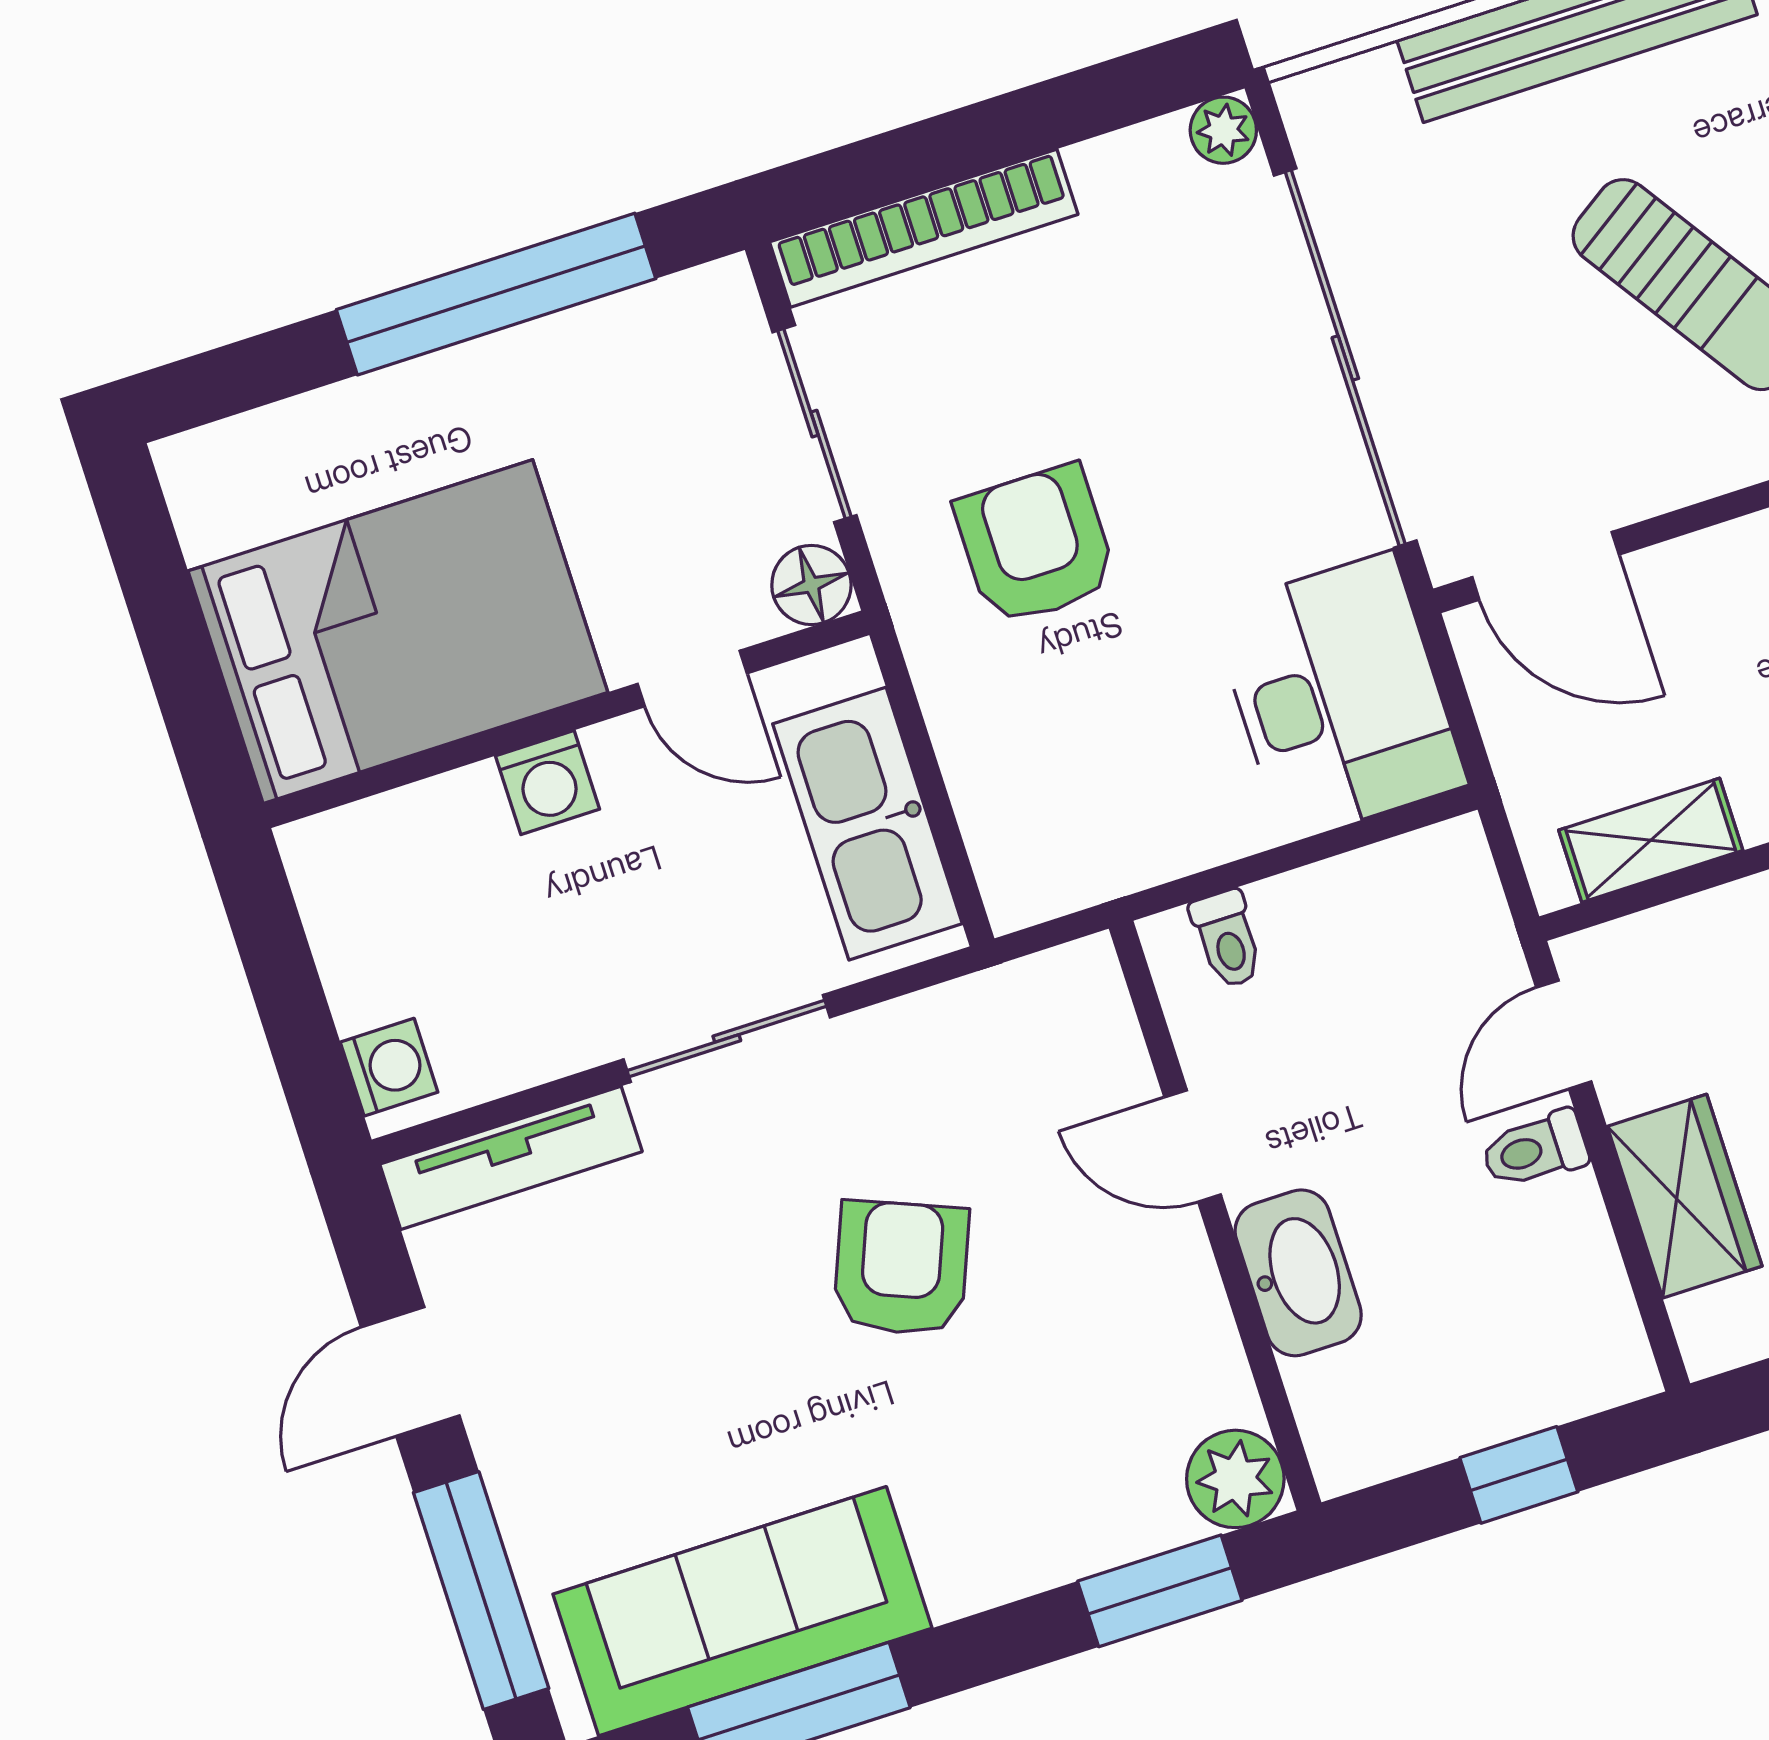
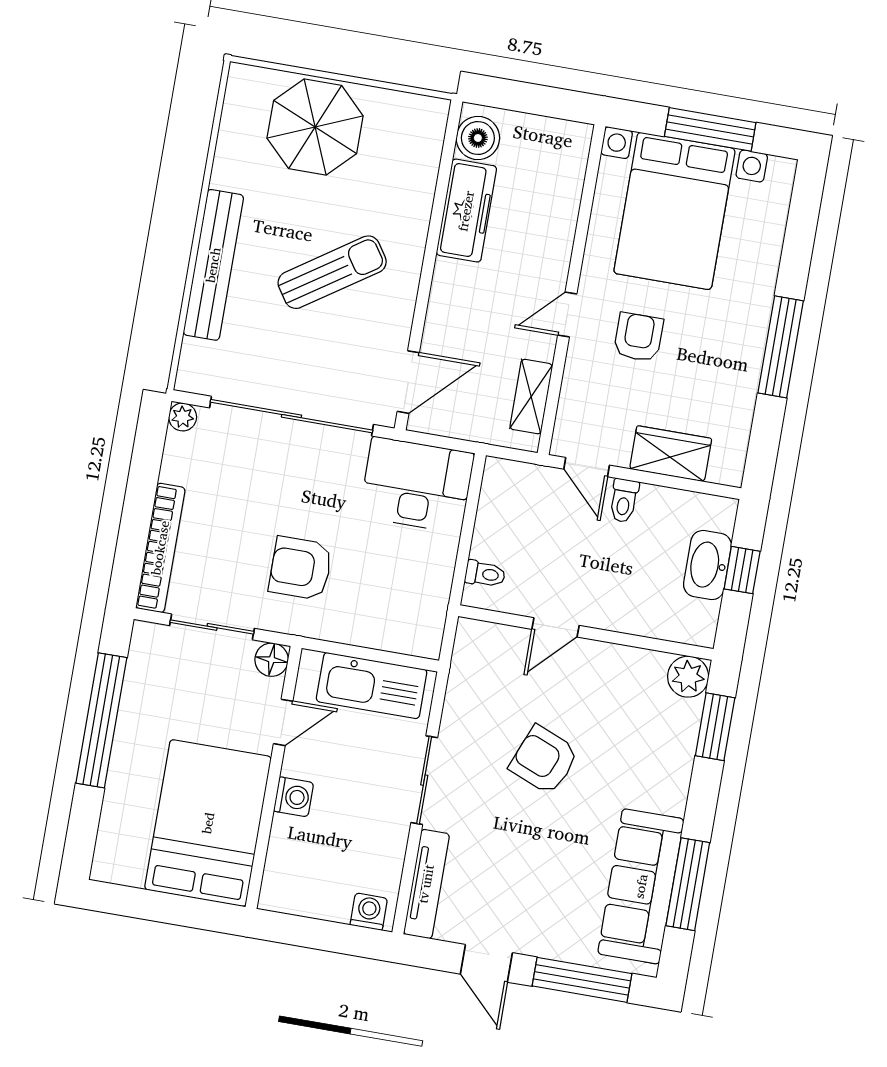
washbasin: (1298, 1273) -> (707, 565), moved, turned -90

